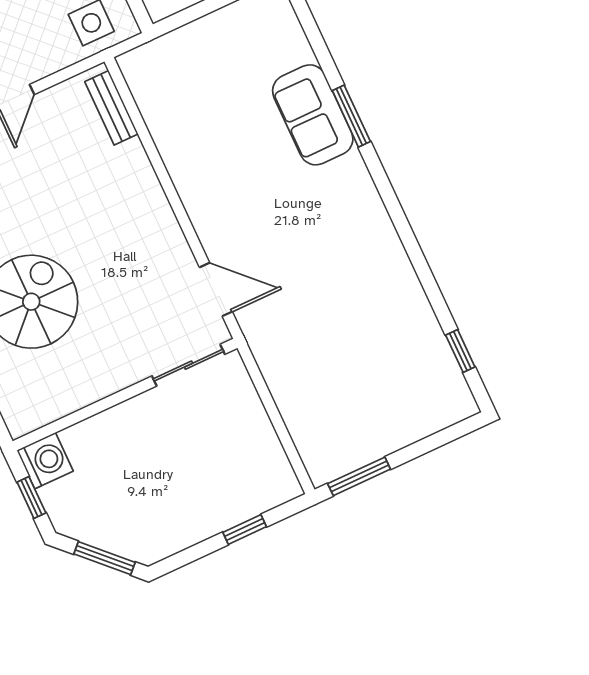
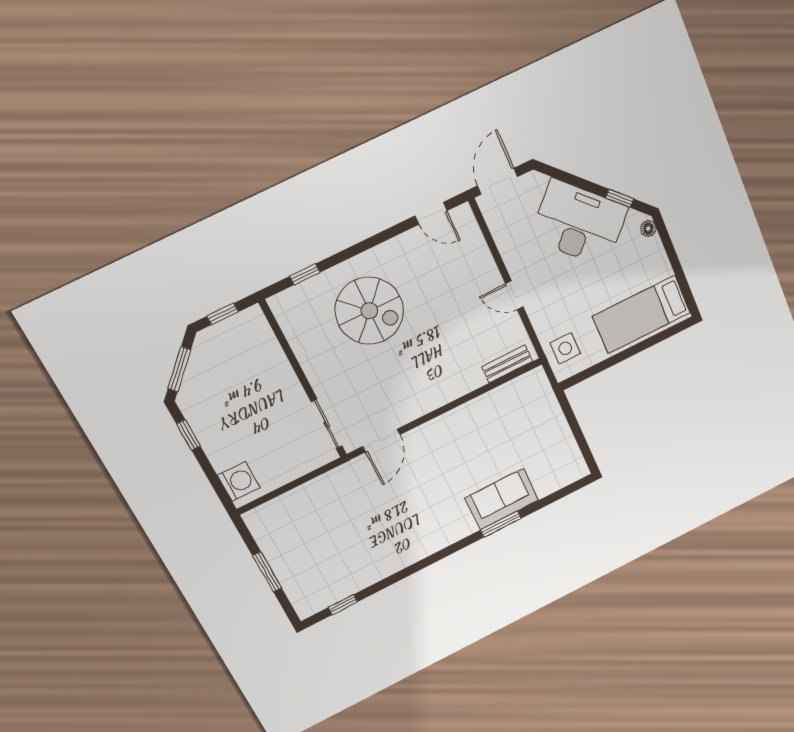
washing machine: (45, 461) -> (239, 482), moved, turned -90
window: (359, 476) -> (267, 572), moved
window: (245, 529) -> (188, 435), moved

